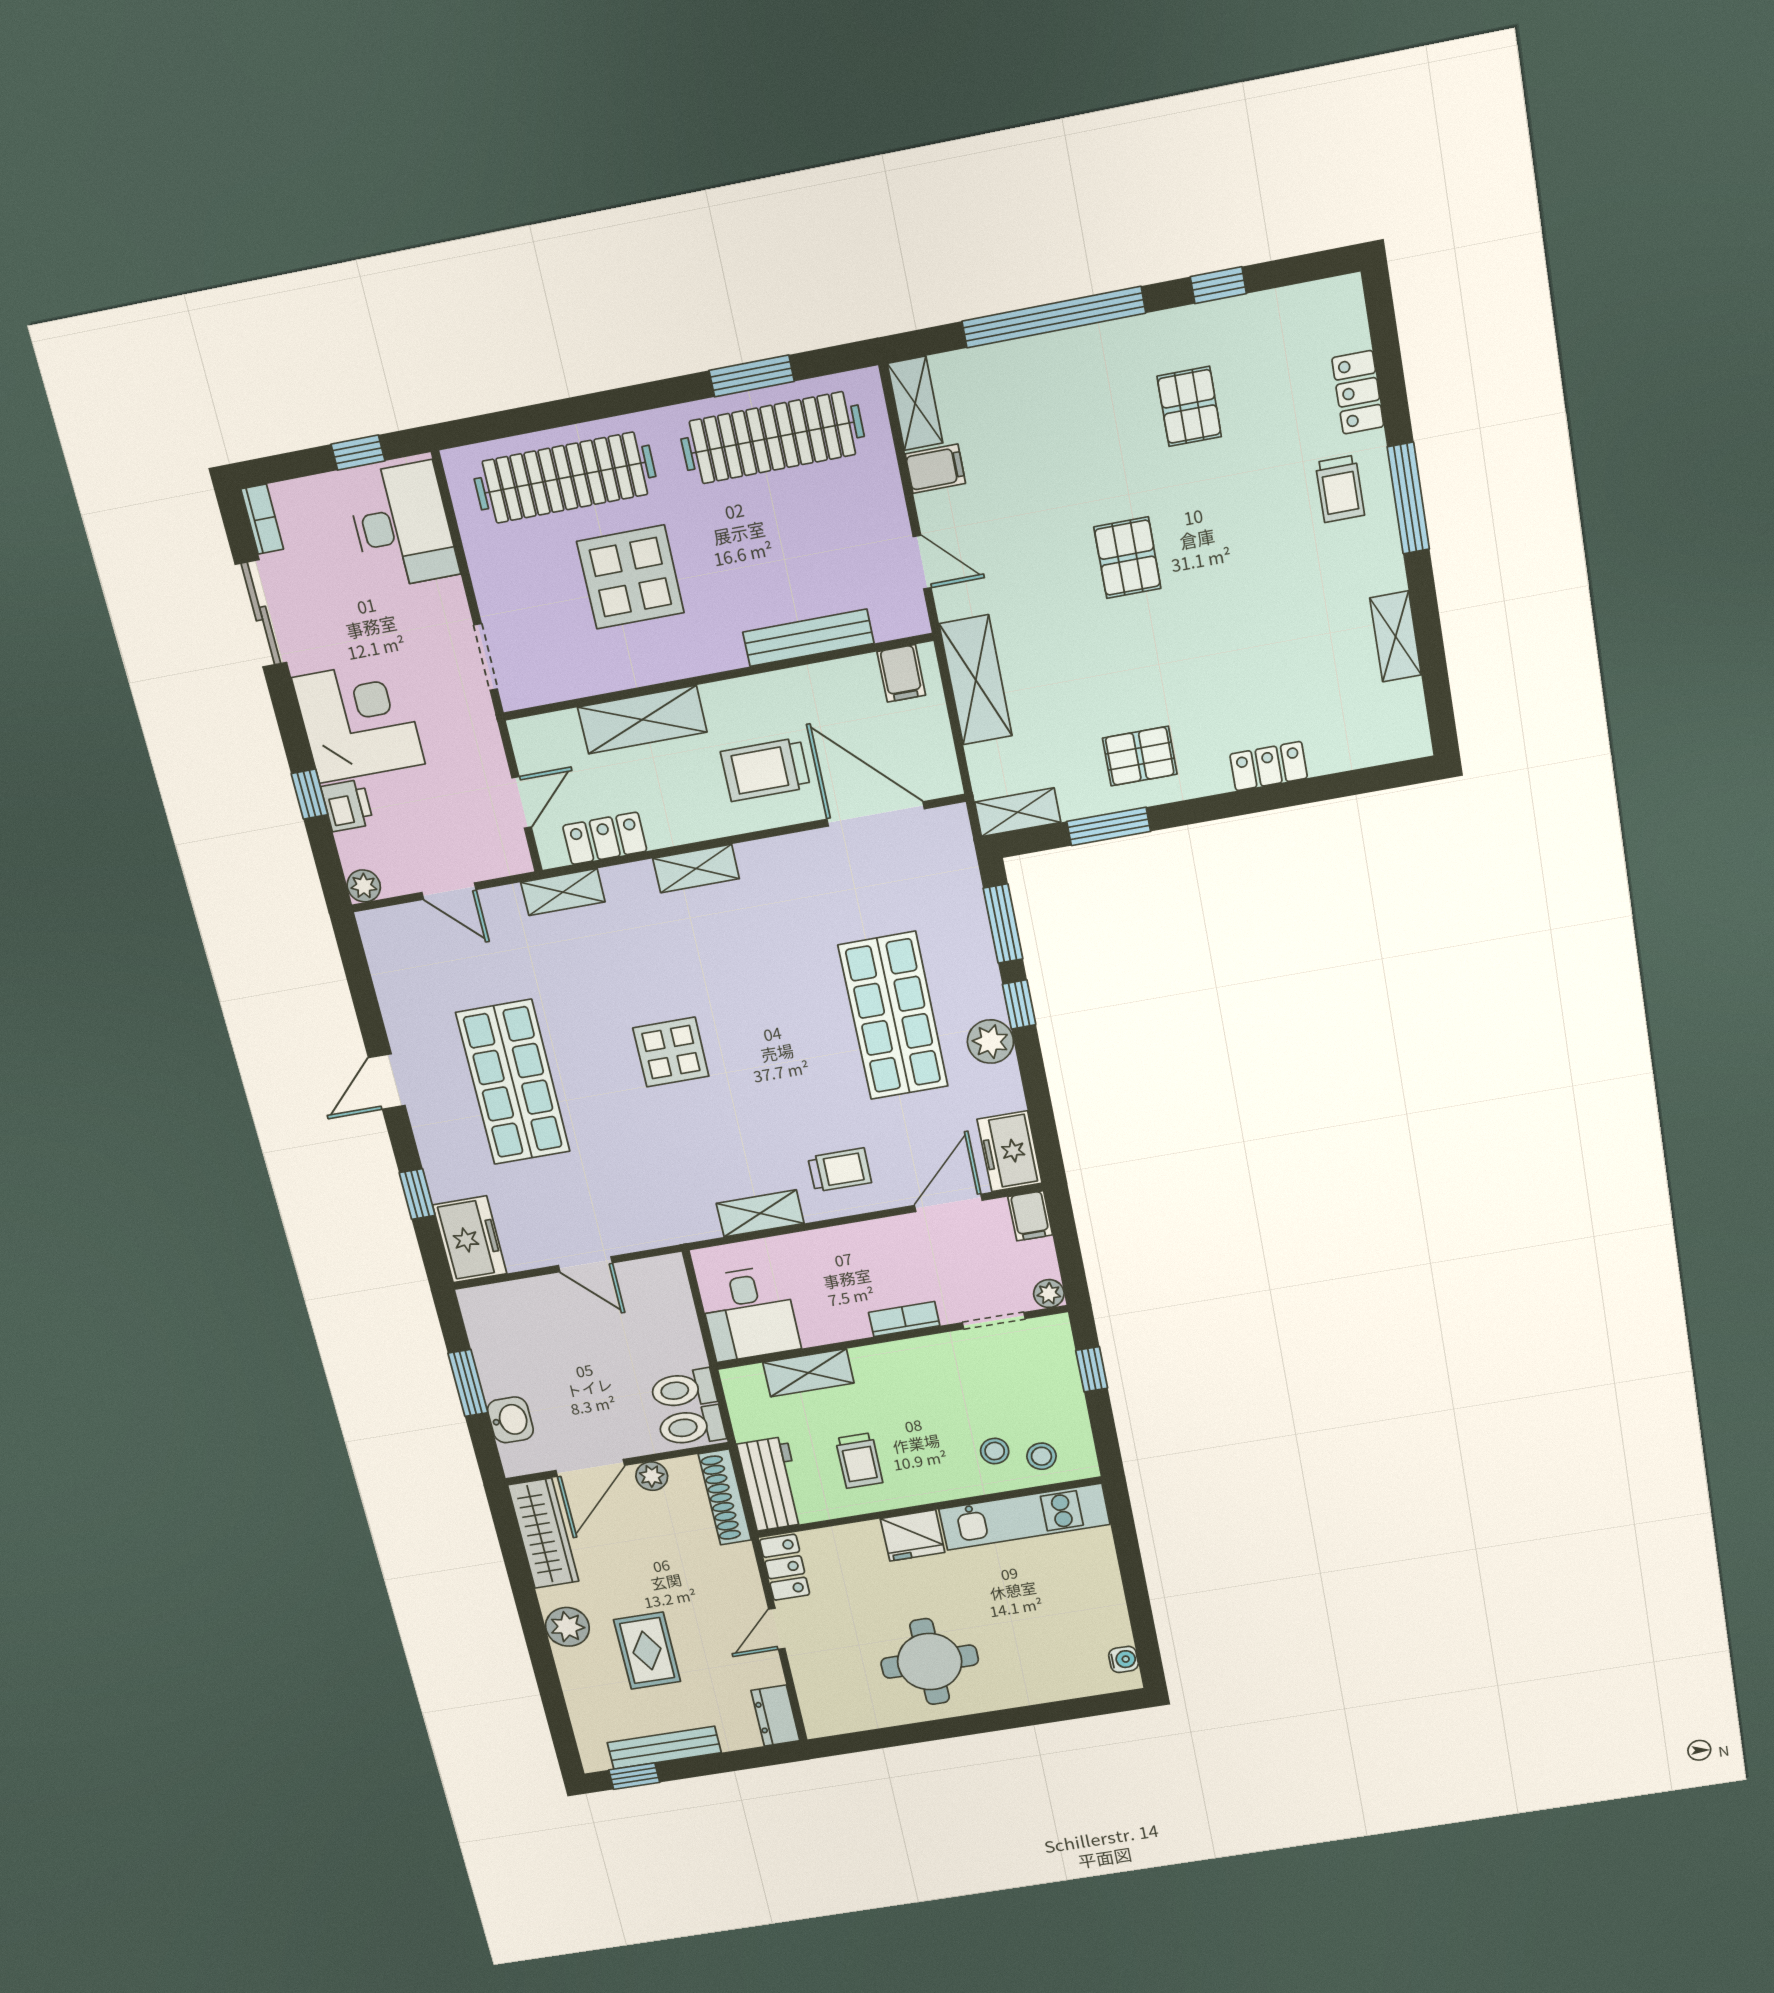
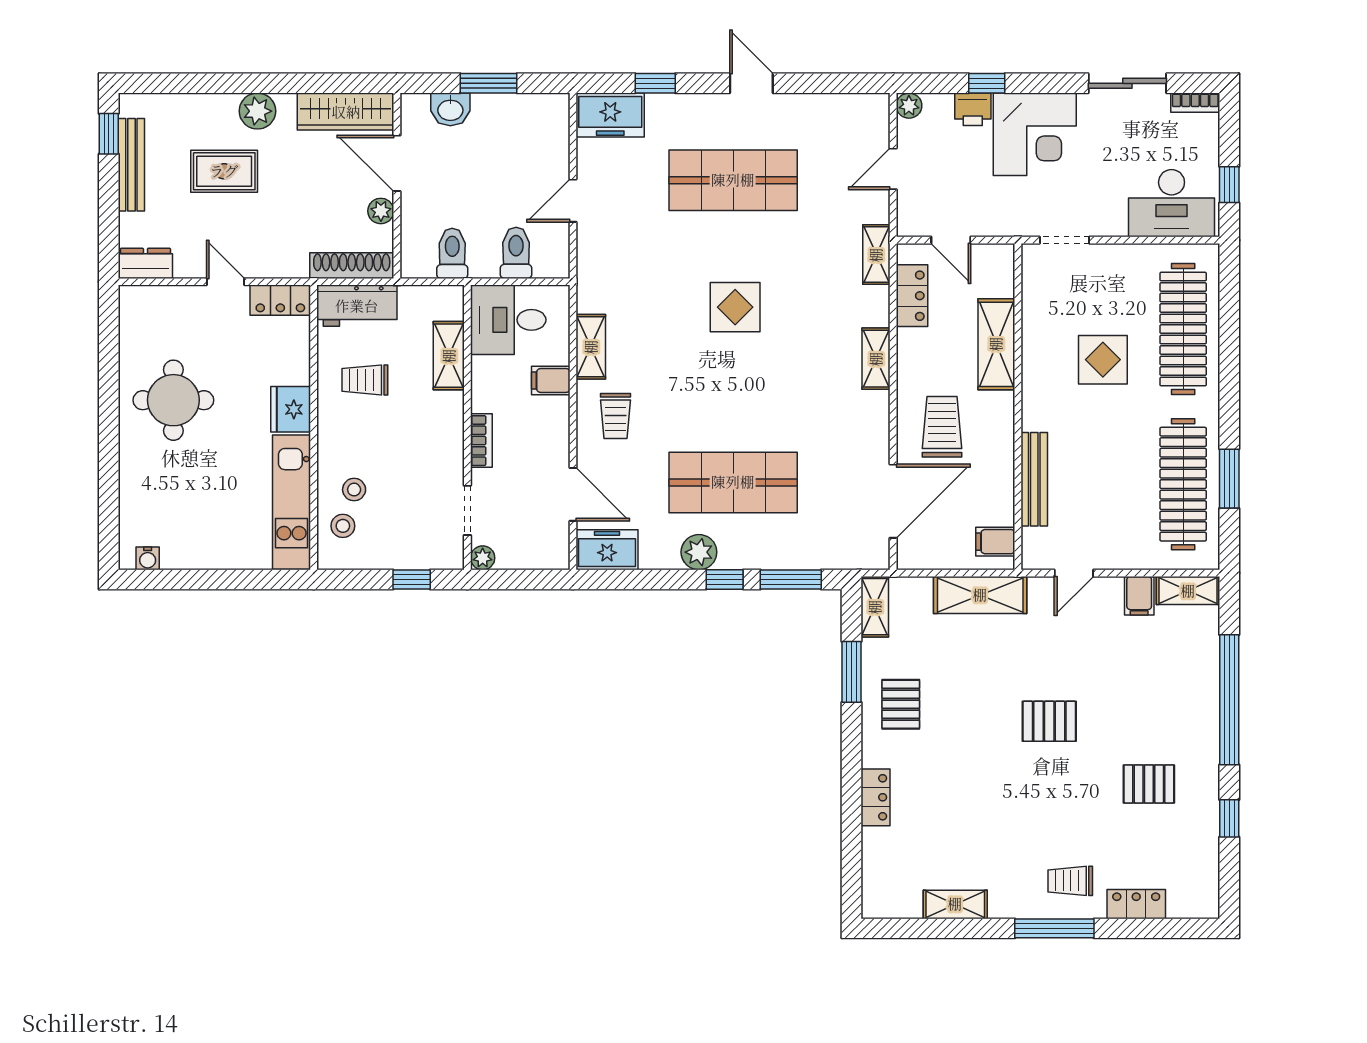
display table: (630, 577) -> (1103, 360), width x0.73, depth x0.73
filing cabinet: (1030, 1216) -> (551, 380), moved
toilet: (692, 1426) -> (516, 253), moved

